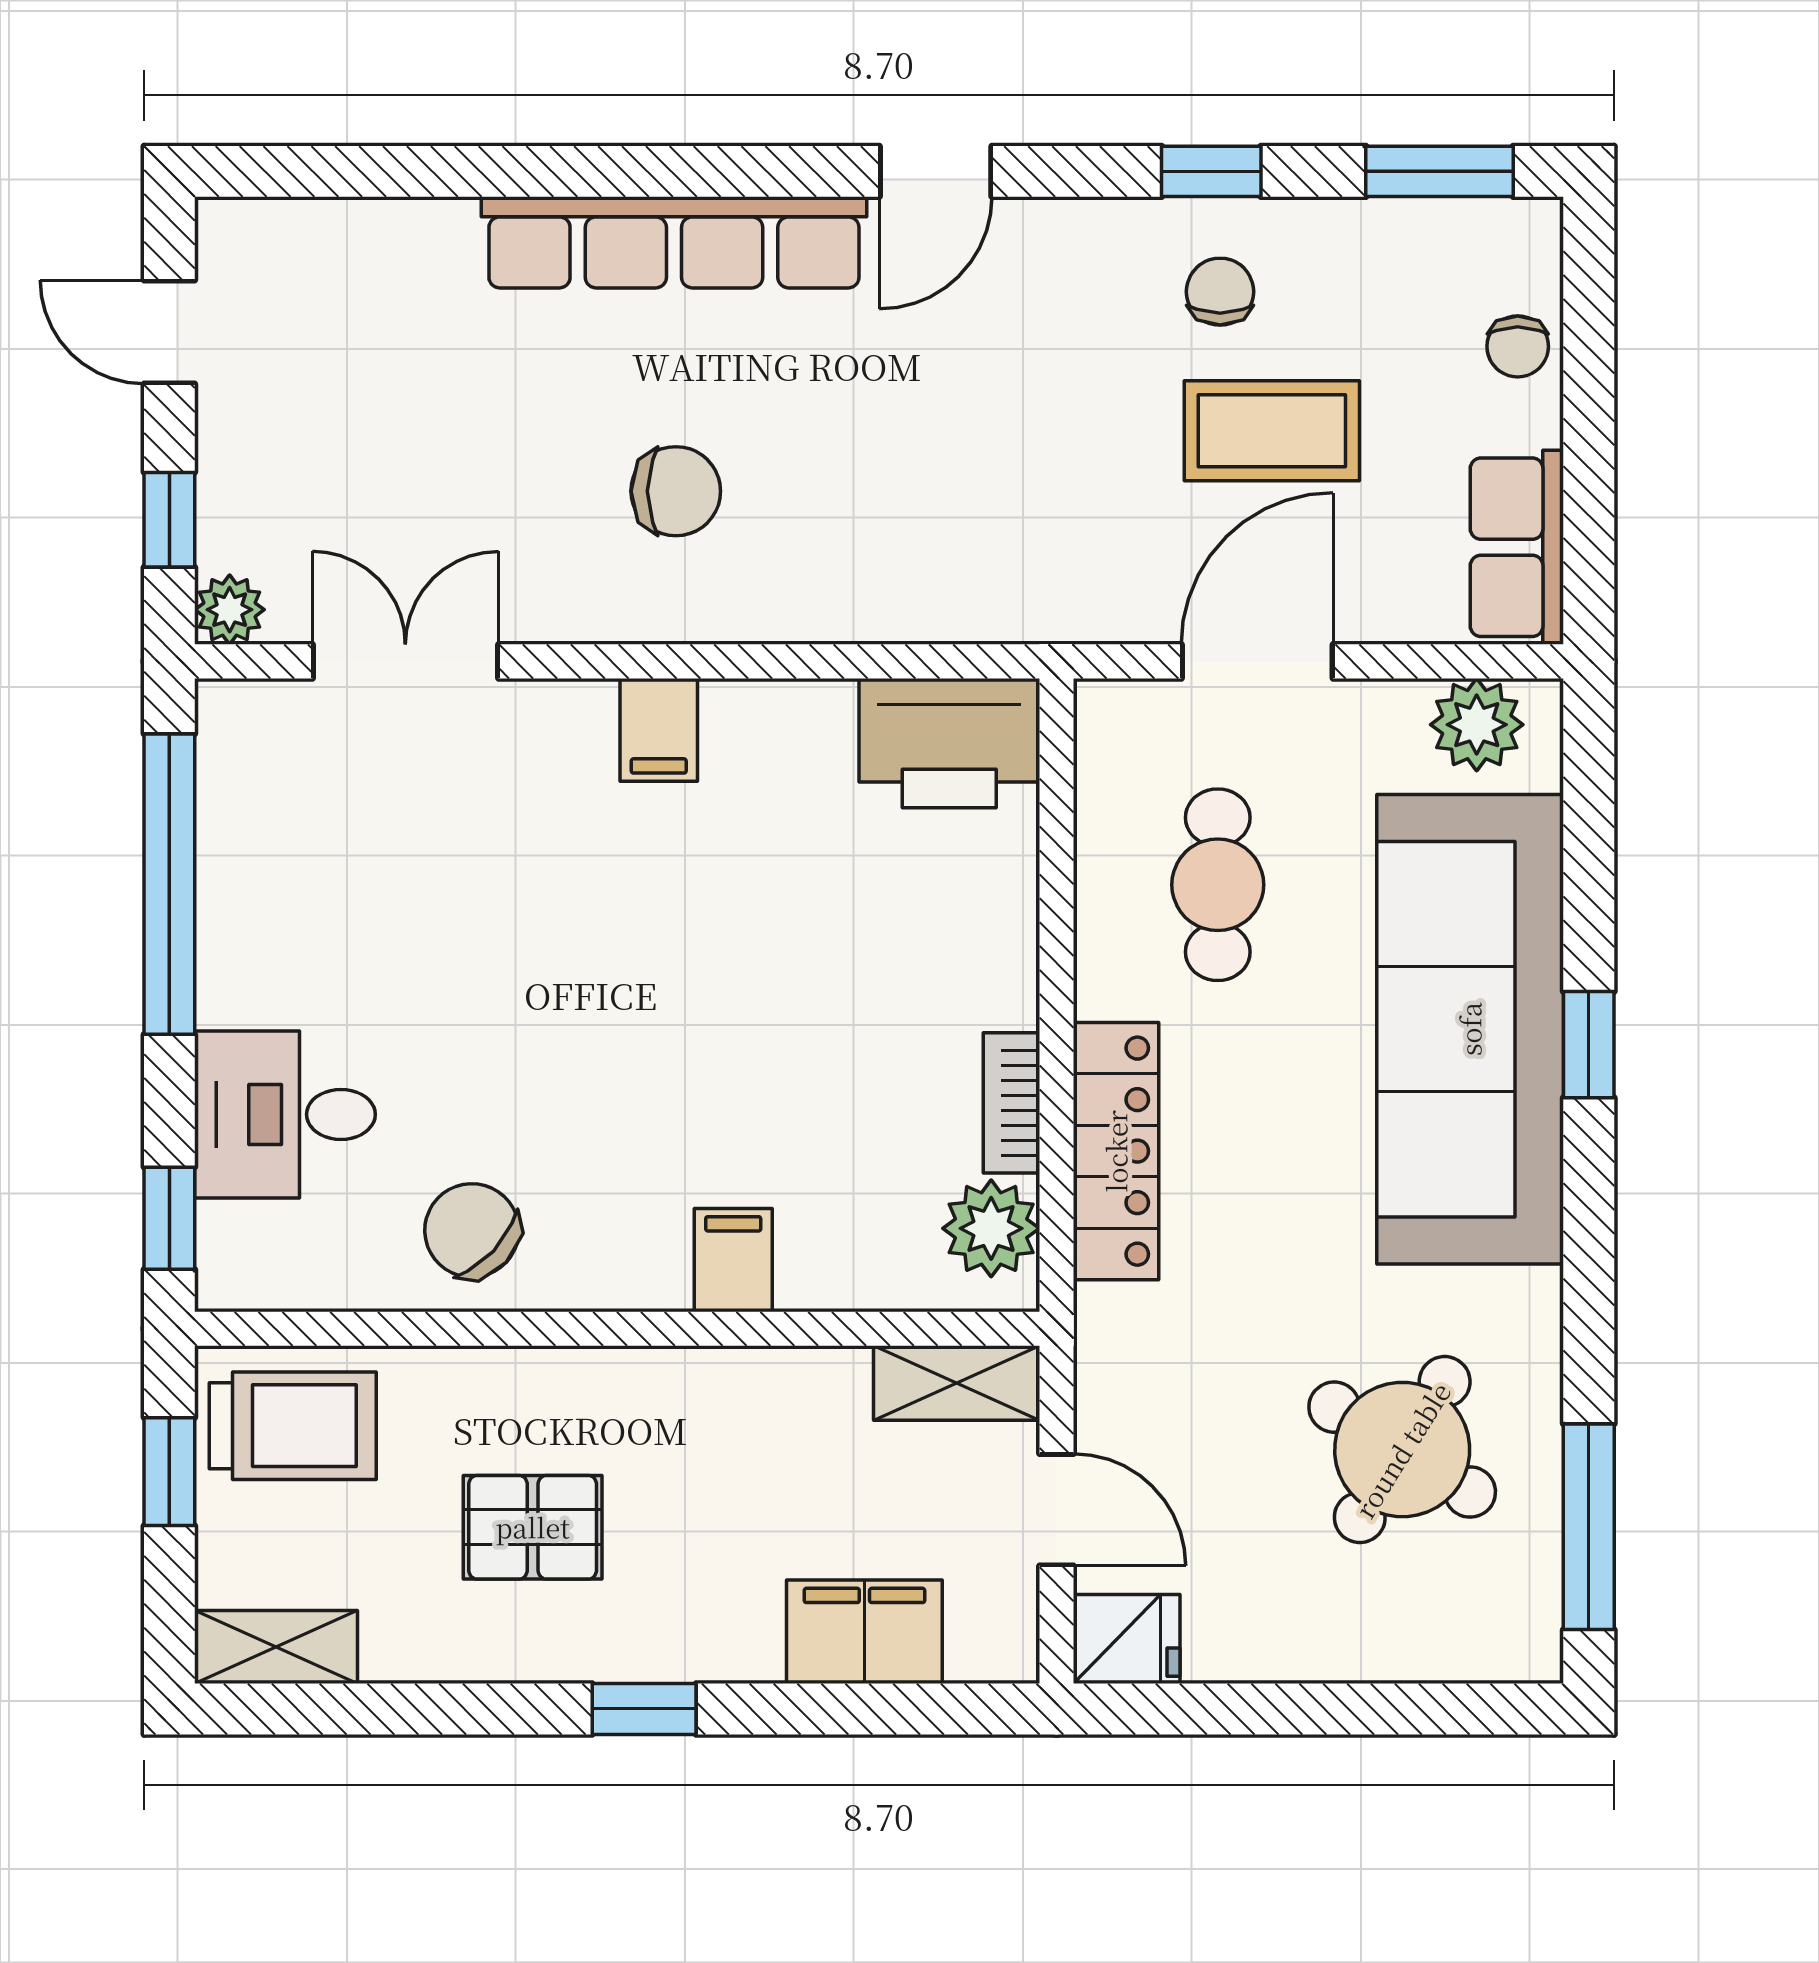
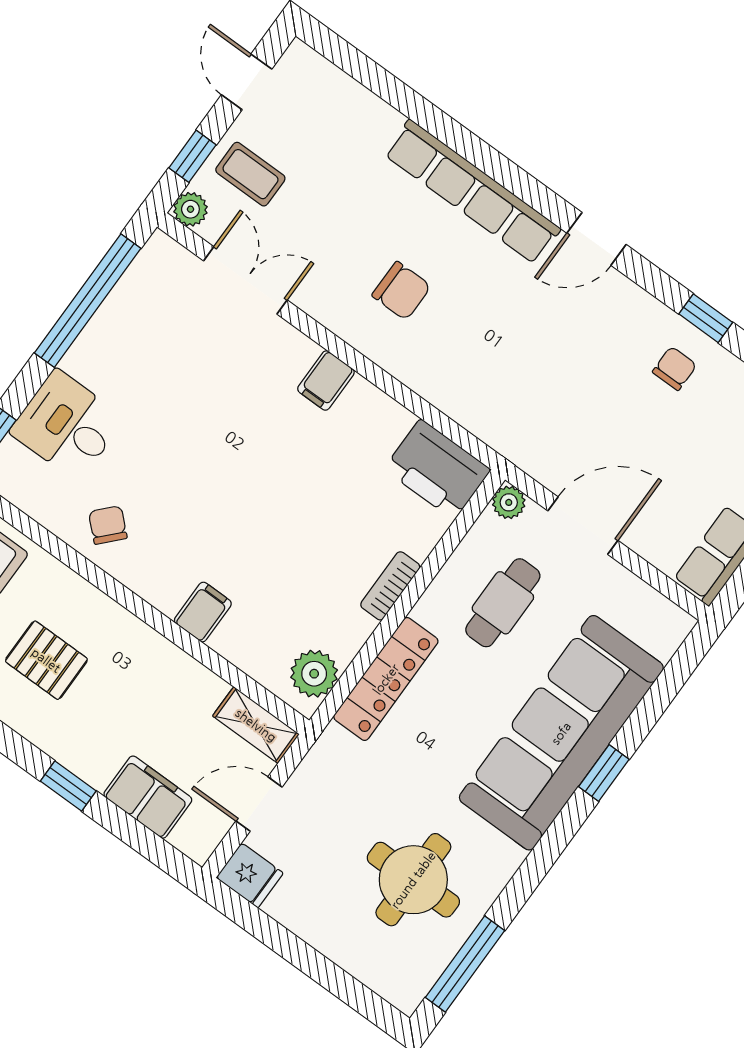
coffee table: (1272, 431) -> (250, 174), moved, width x0.73, depth x0.77
plant: (1477, 725) -> (509, 502), moved, width x0.73, depth x0.73
bookcase: (1011, 1103) -> (390, 586), moved
chair: (472, 1230) -> (108, 525), width x0.73, depth x0.73
round table: (1402, 1450) -> (413, 880), turned -32
door: (1056, 1510) -> (259, 804), swing flipped
window: (644, 1709) -> (68, 786), moved

